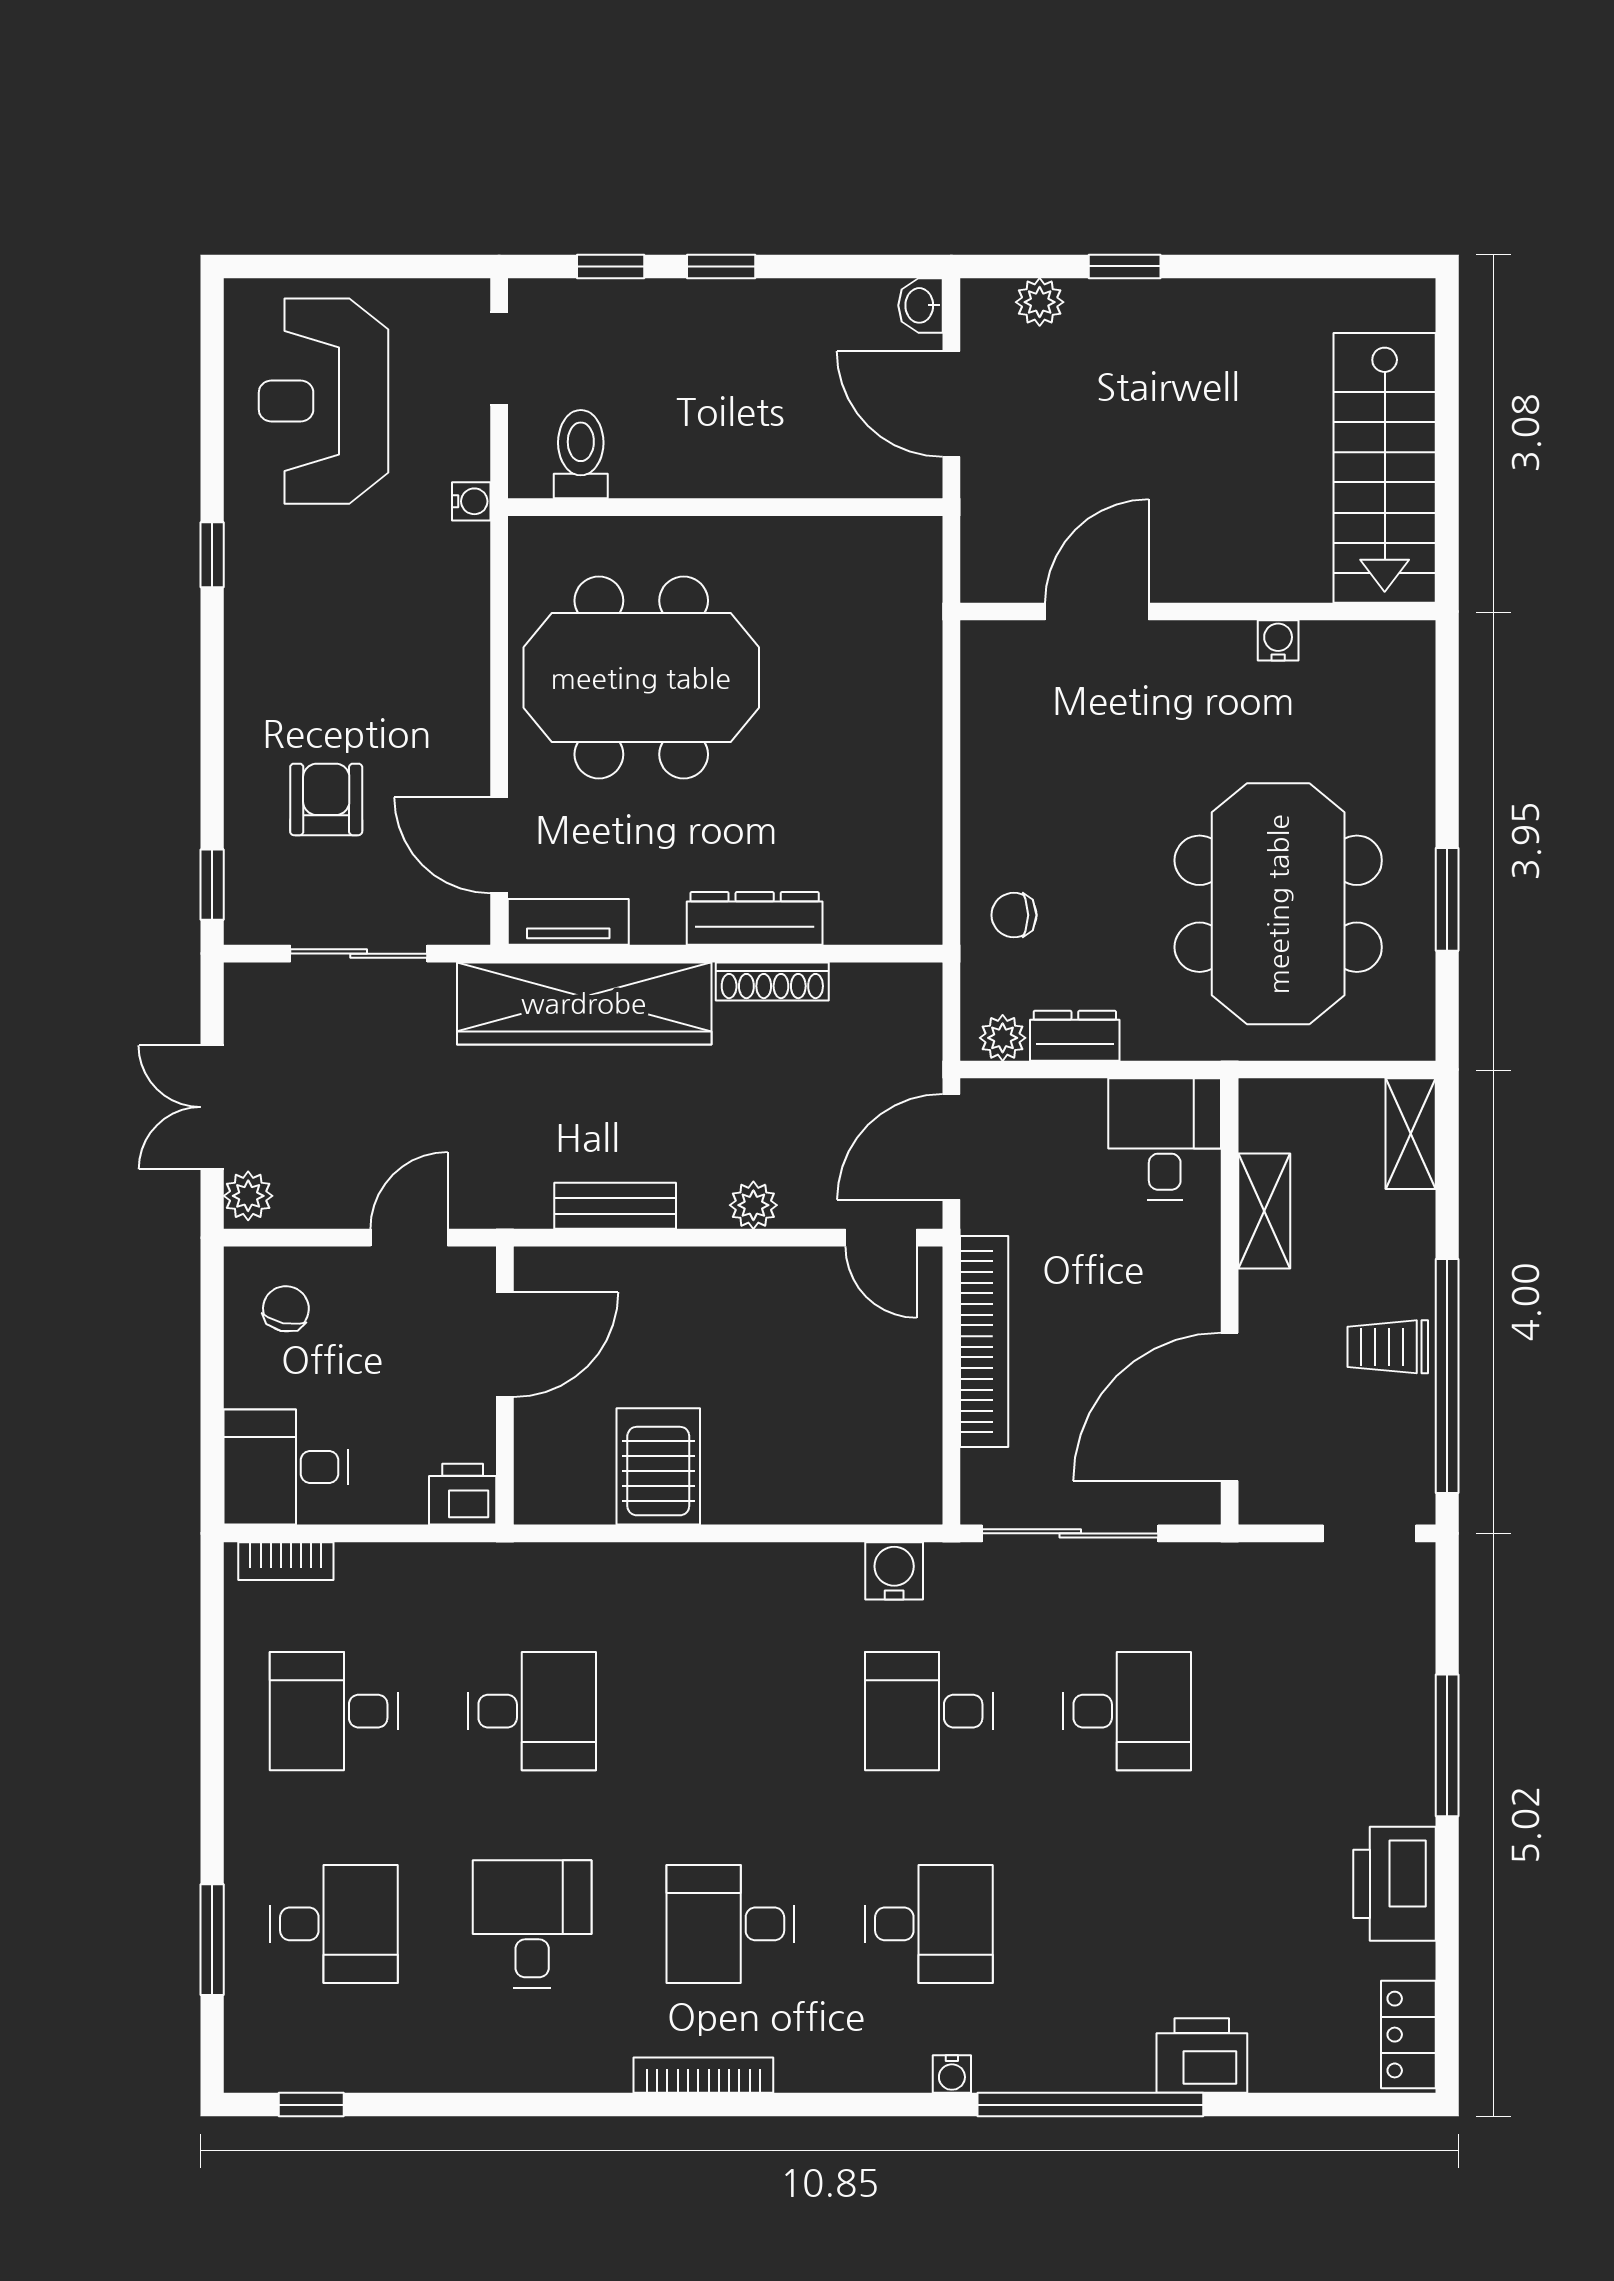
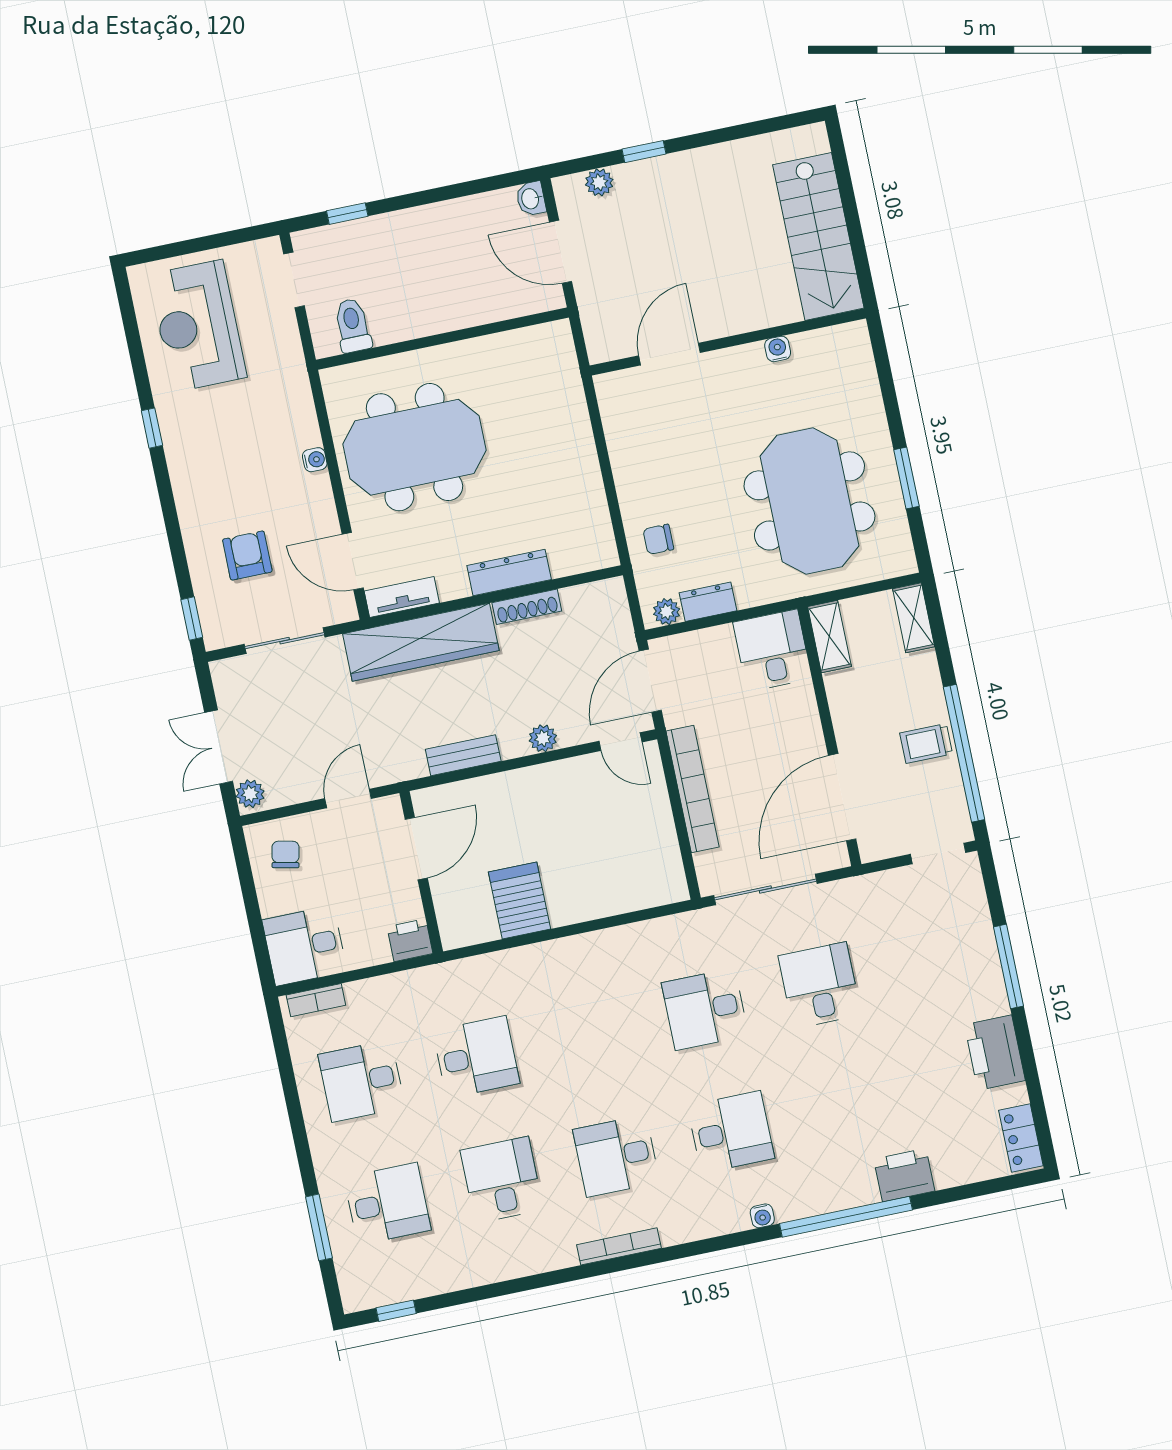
window: (721, 266) -> (411, 200), removed
water cooler: (471, 501) -> (315, 460), moved
shelving: (1264, 1211) -> (829, 637), moved
water cooler: (894, 1571) -> (668, 932), removed
desk: (1127, 1711) -> (820, 985), turned -90

